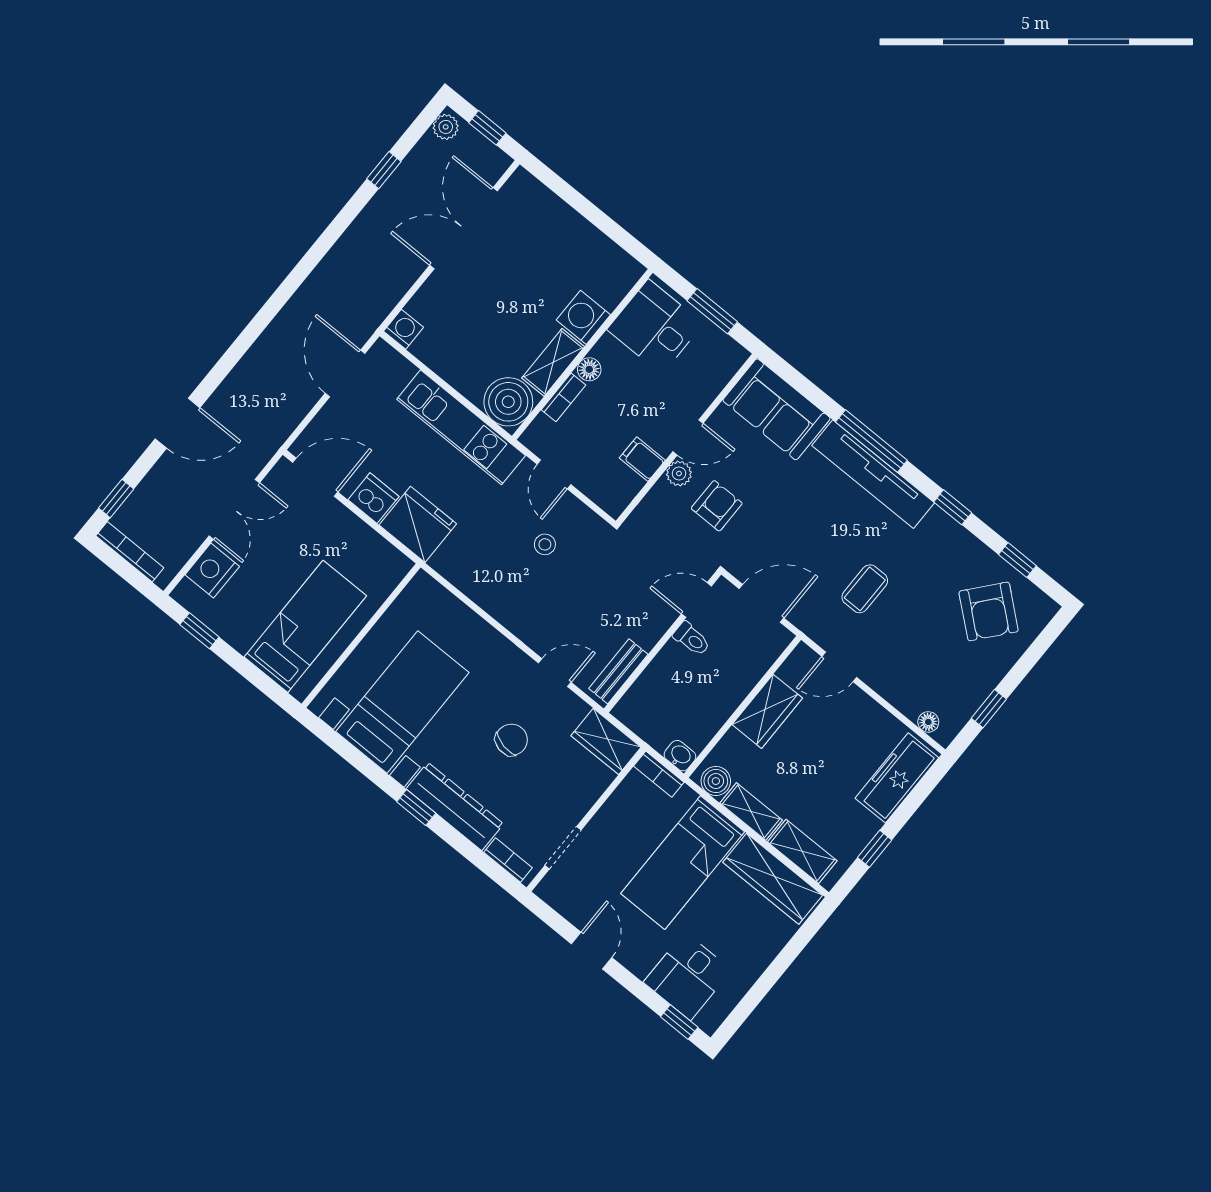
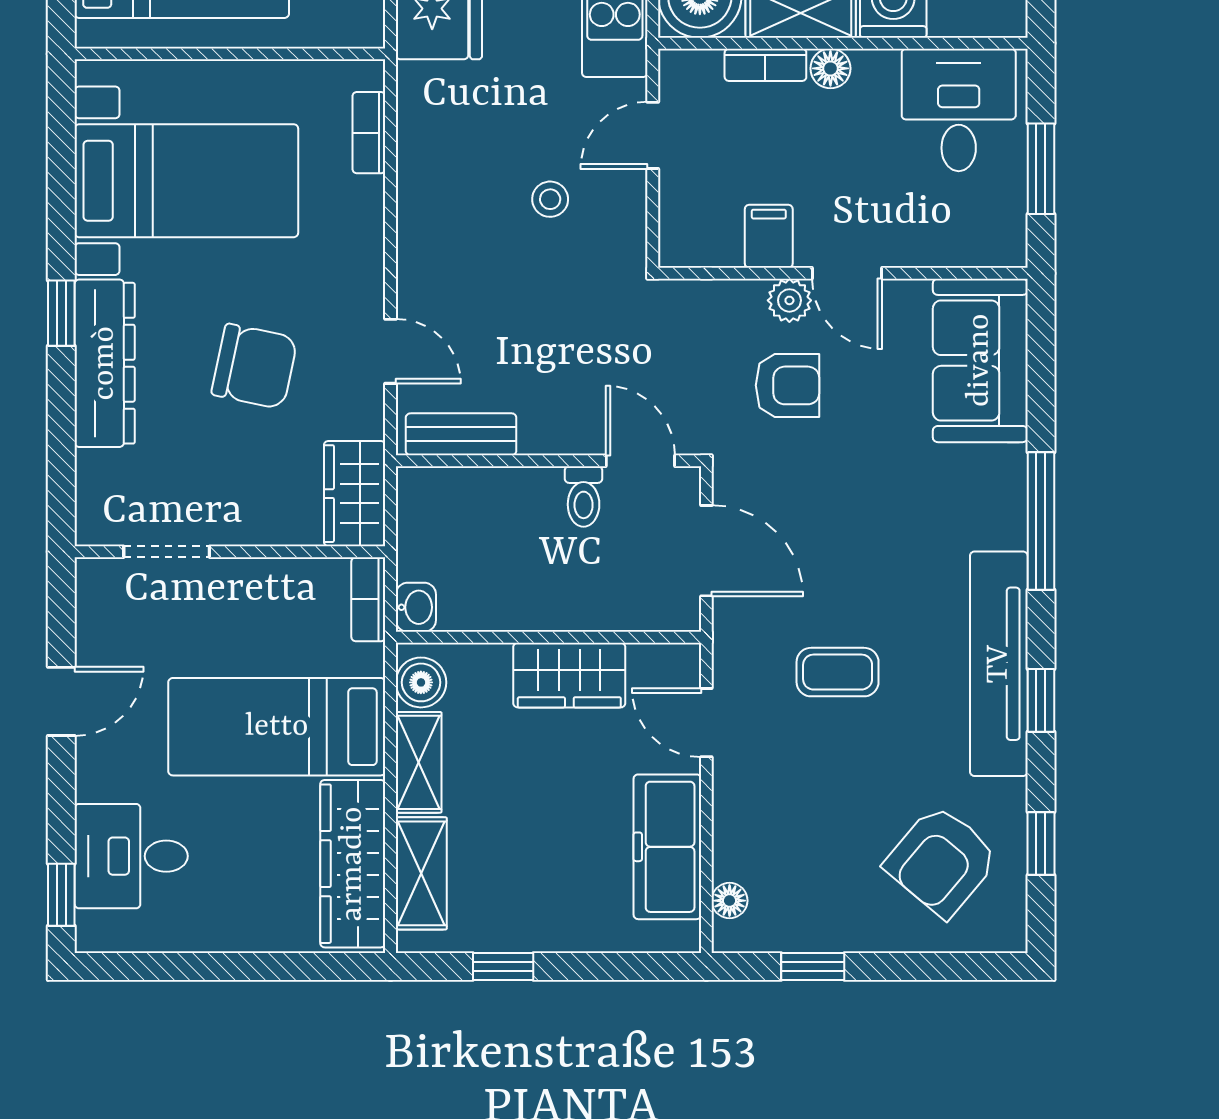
tv unit: (873, 474) -> (999, 664), moved
chair: (511, 740) -> (254, 366), width x1.37, depth x1.37
freezer: (897, 778) -> (667, 847), moved, turned -90
bookcase: (508, 860) -> (369, 133), moved, turned 180

